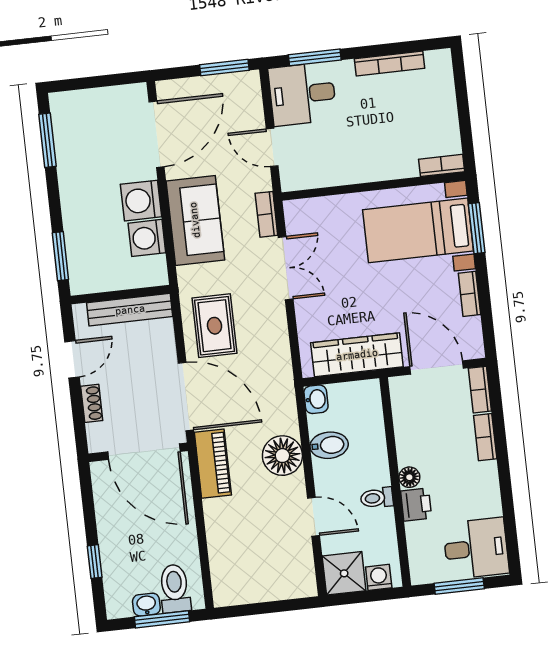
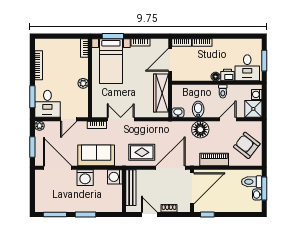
window: (224, 67) -> (32, 147), moved
plant: (249, 81) -> (40, 126), added
plant: (359, 172) -> (83, 83), added
washing machine: (147, 238) -> (115, 177), moved, turned 90
window: (60, 256) -> (86, 215), moved
piano: (213, 464) -> (214, 160), moved
desk: (476, 548) -> (247, 68), moved, turned 180
window: (95, 562) -> (207, 215), moved
armchair: (258, 568) -> (247, 145), added

